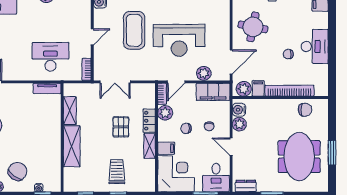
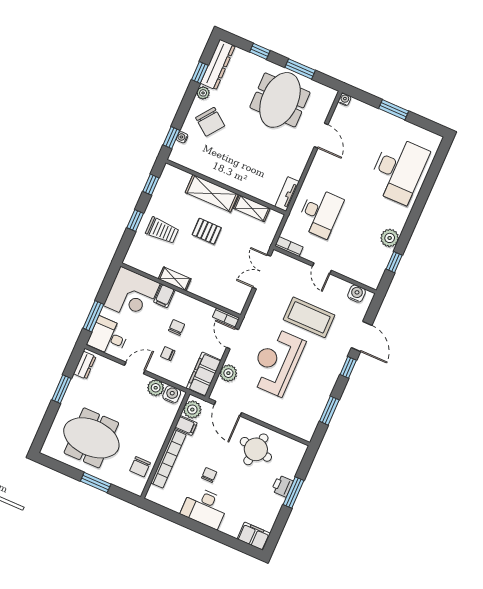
plant: (165, 113) -> (204, 312), removed
locker: (149, 121) -> (203, 291), removed
pallet: (121, 127) -> (207, 231), moved
window: (332, 153) -> (96, 483), moved

